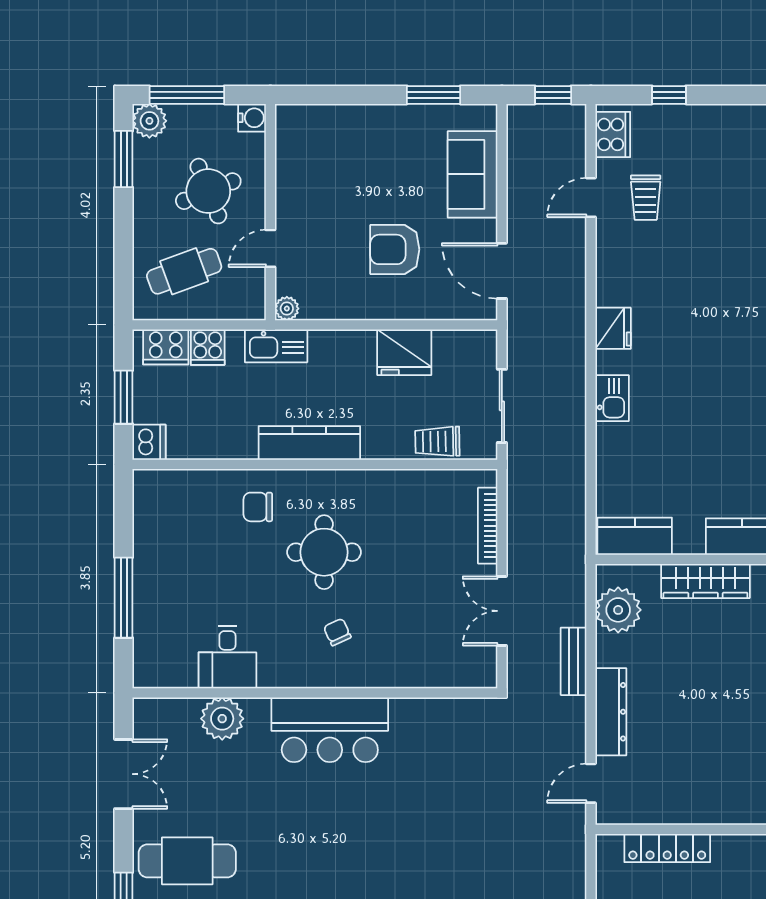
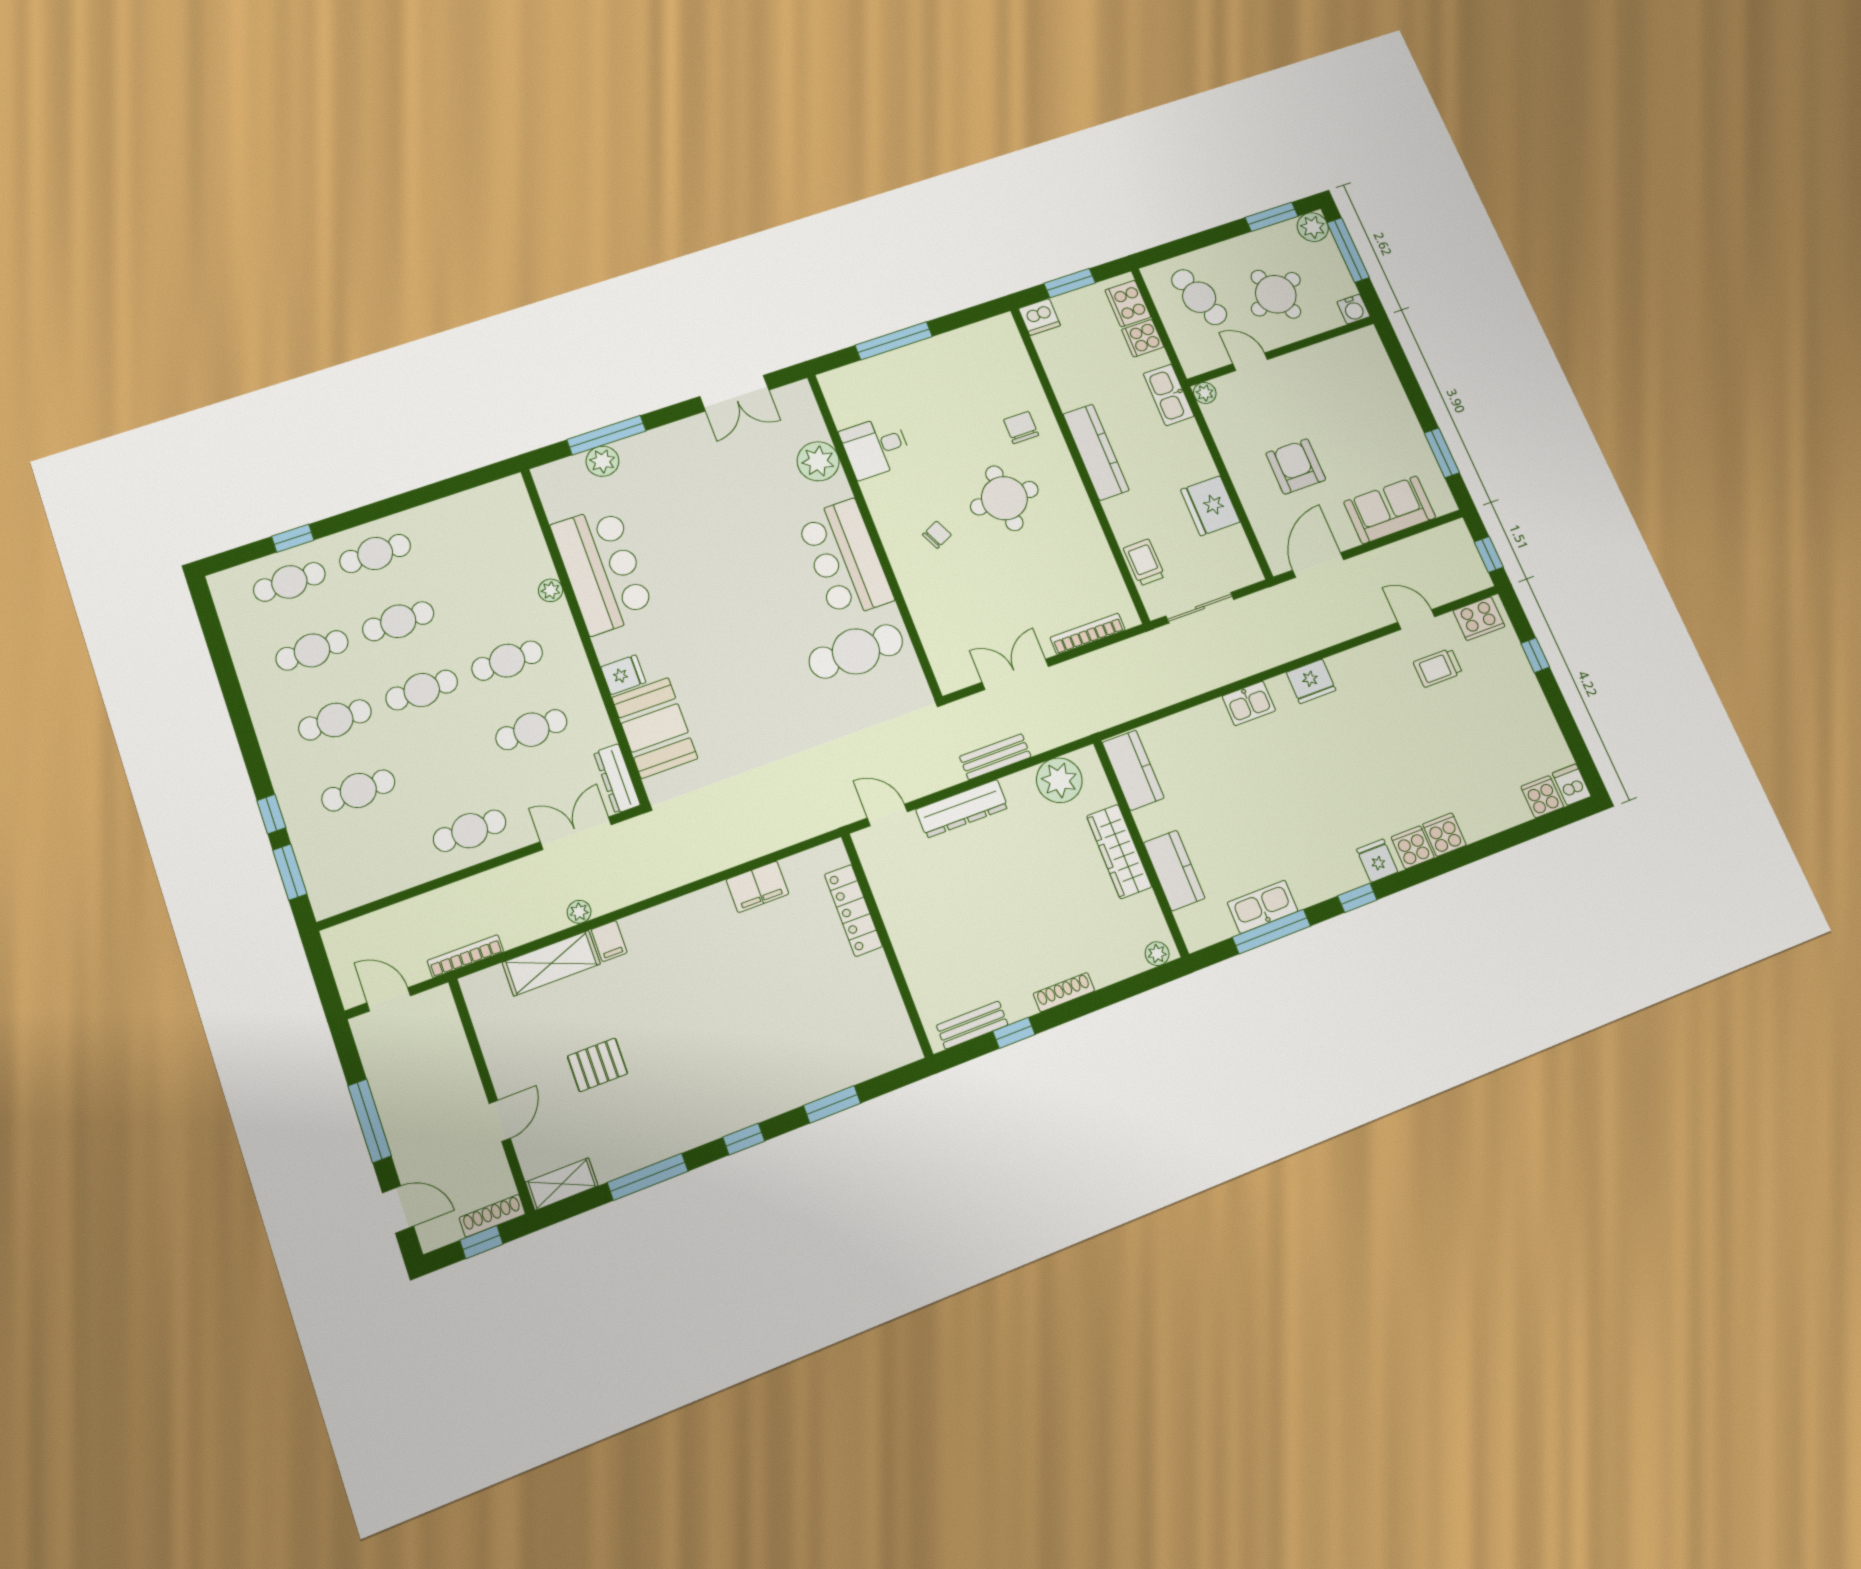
cafe table: (187, 861) -> (856, 651), moved, turned 90

